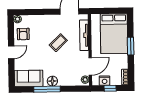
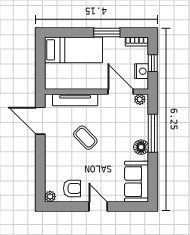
bed: (114, 34) -> (73, 50), width x0.67
window: (131, 46) -> (107, 32), moved
window: (47, 89) -> (153, 133), moved

